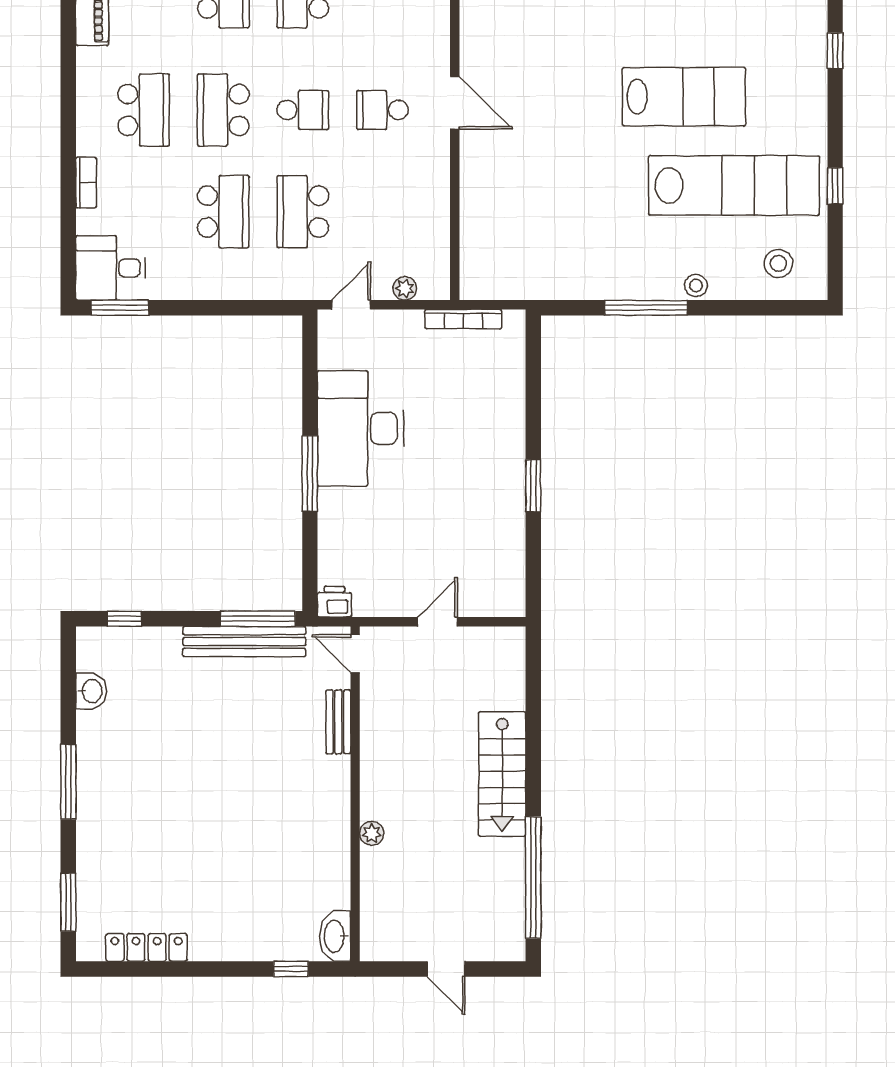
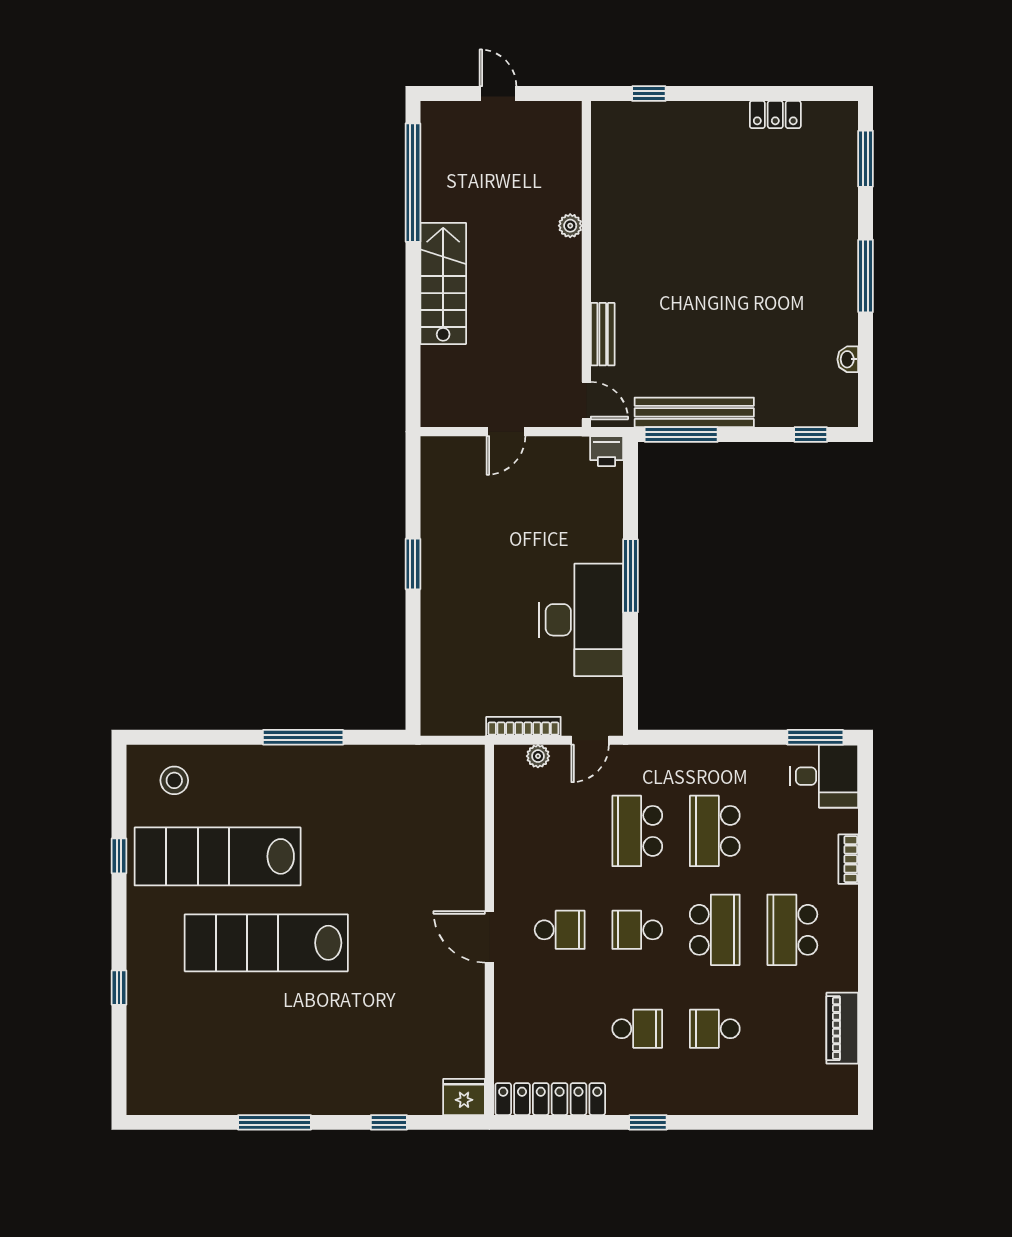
lab bench: (684, 97) -> (266, 943), width x1.36
school desk: (303, 212) -> (637, 831), turned 180
stool: (696, 285) -> (255, 759), removed
bookcase: (463, 319) -> (523, 726), moved
washbasin: (91, 691) -> (848, 359), width x0.72, depth x0.69
washbasin: (335, 936) -> (606, 126), removed
locker: (146, 947) -> (775, 115), width x0.66

